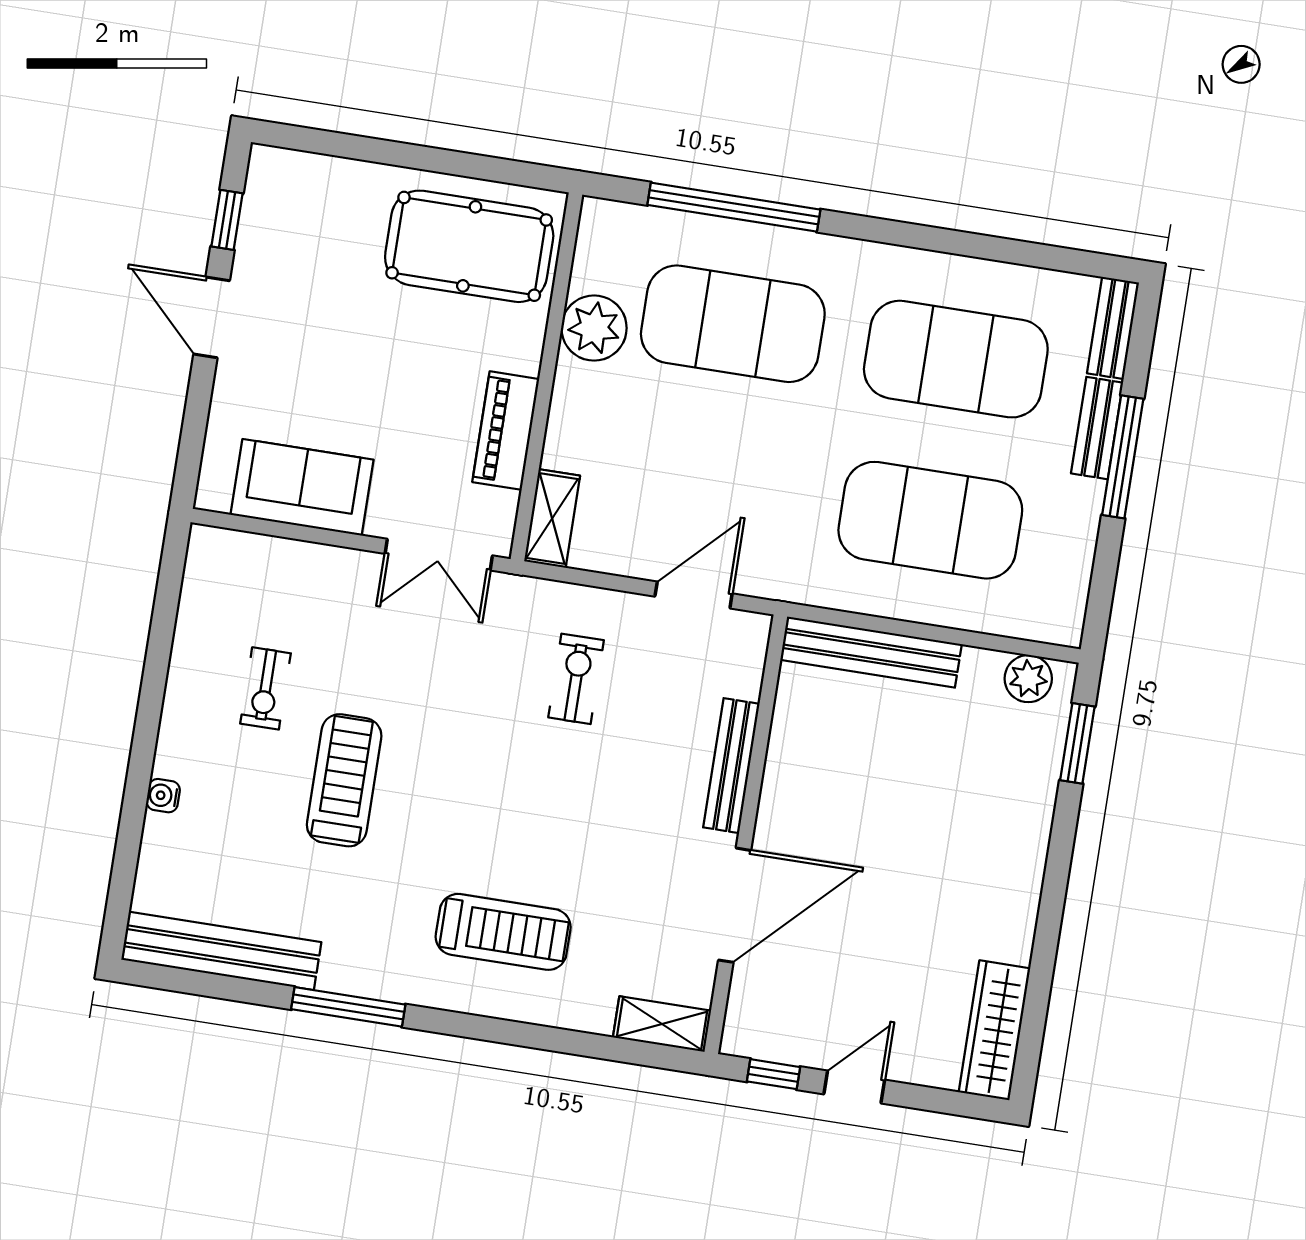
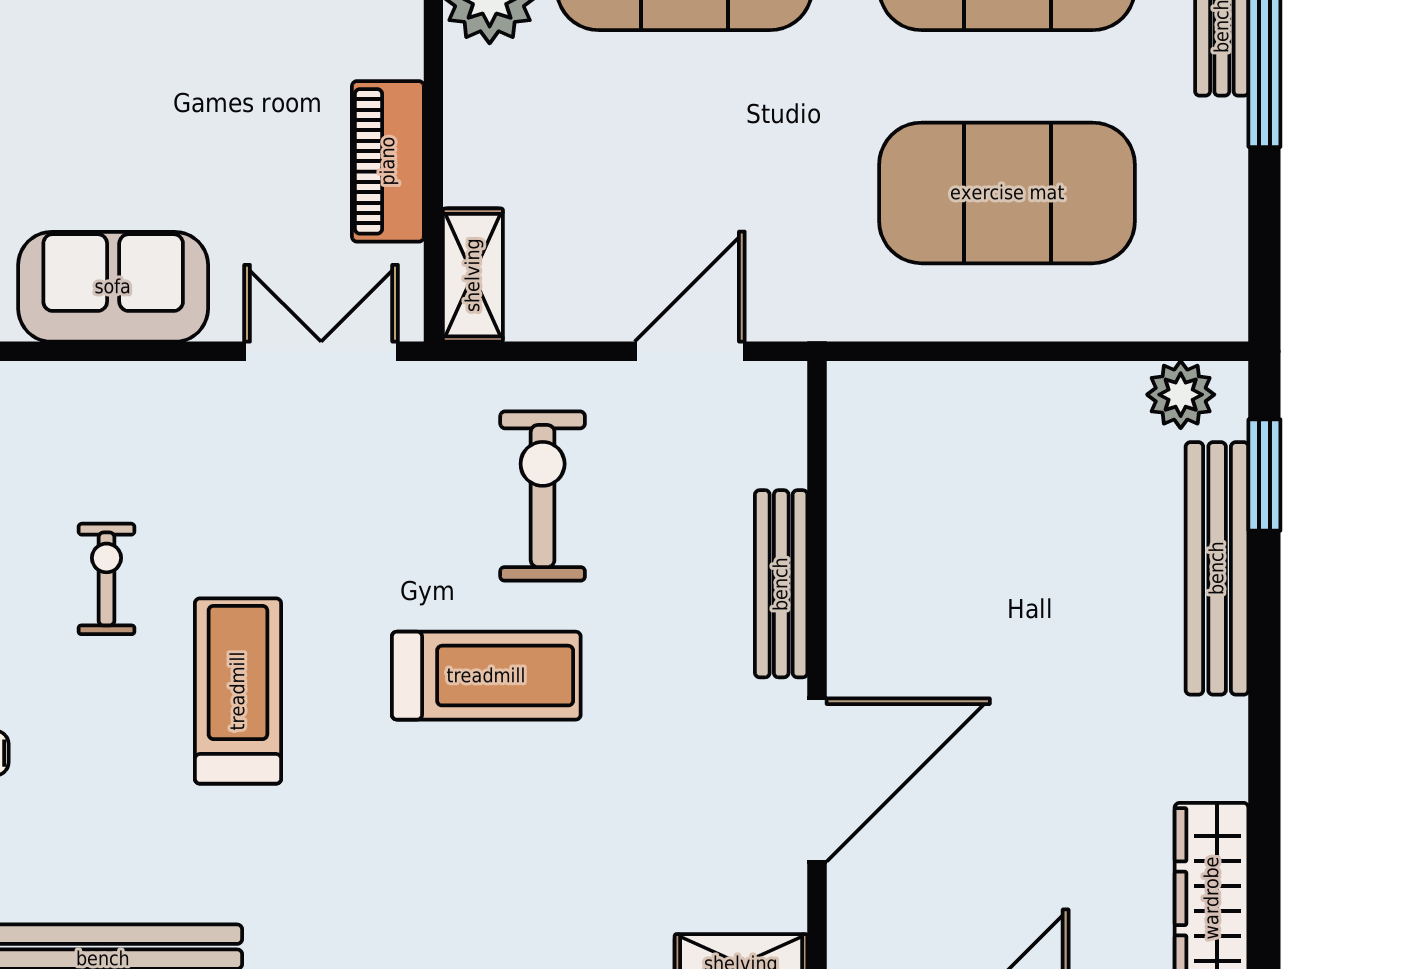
double door: (439, 555) -> (321, 351), swing flipped
bench: (871, 652) -> (1217, 568), moved, turned 90
exercise bike: (576, 679) -> (543, 496), width x1.38, depth x1.39
exercise bike: (266, 688) -> (106, 579), turned 180
treadmill: (503, 932) -> (486, 676), moved

